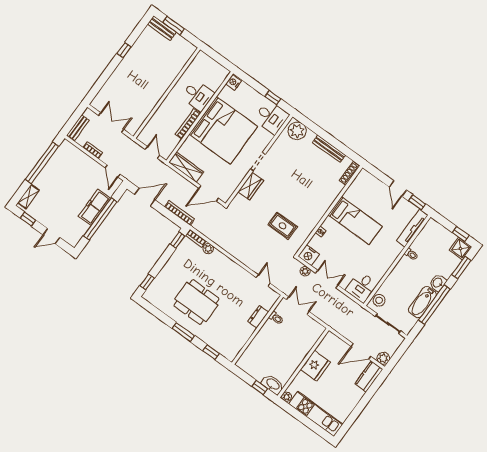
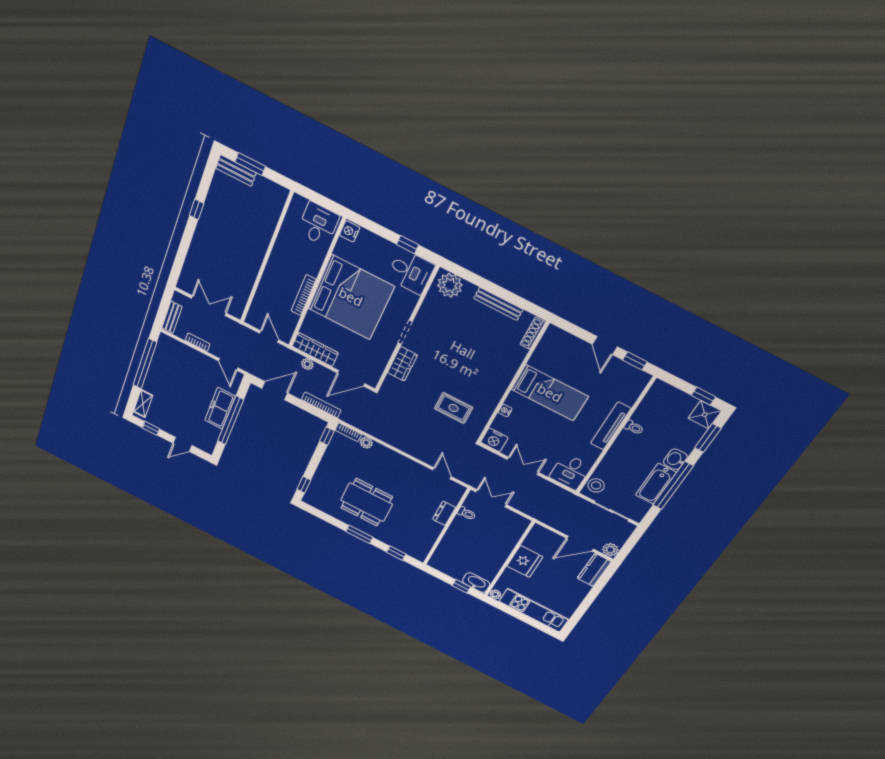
desk: (198, 95) -> (318, 224), moved, turned -90
tv unit: (412, 228) -> (611, 426), moved
plant: (305, 271) -> (307, 364), moved

